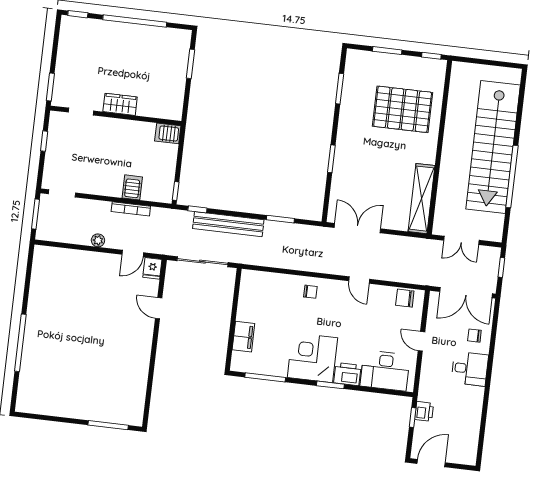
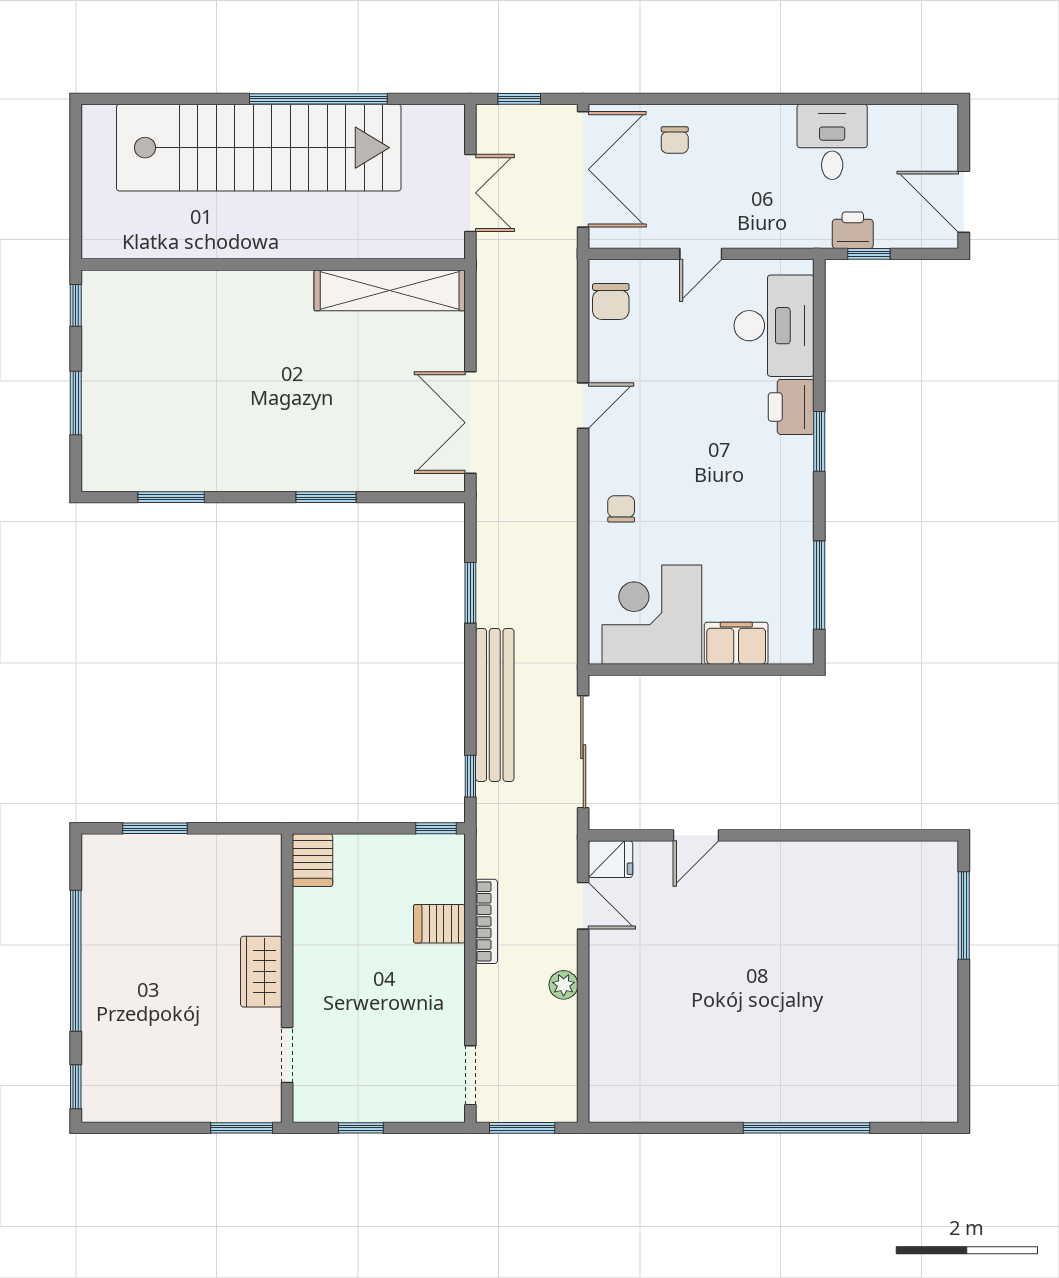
pallet: (403, 109) -> (200, 355), removed
corner desk: (313, 358) -> (652, 615), moved, turned 90
desk: (470, 369) -> (832, 142), moved

